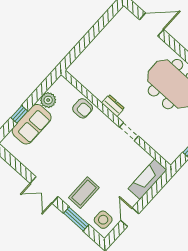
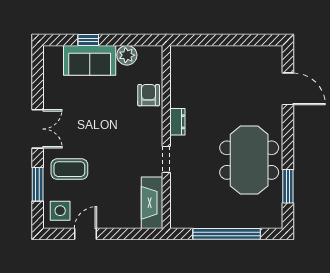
armchair: (83, 108) -> (149, 95), turned 180
fireplace: (147, 179) -> (152, 203), moved, turned -90
double door: (44, 190) -> (38, 129), swing flipped

